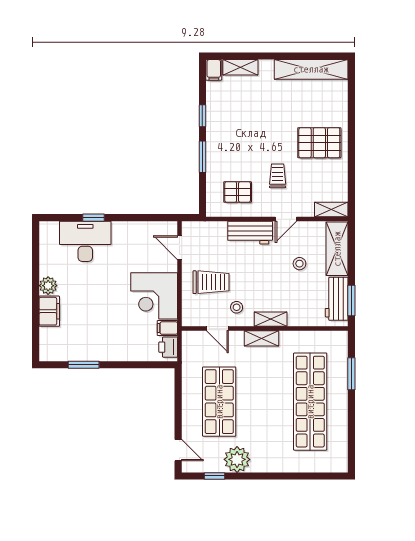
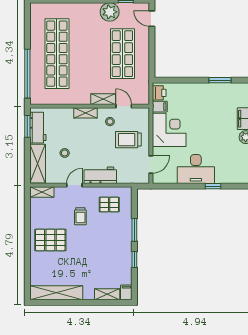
desk: (85, 241) -> (196, 169), moved
door: (180, 248) -> (151, 164), hinge flipped
shelving: (261, 338) -> (103, 99), moved
window: (351, 374) -> (27, 74), width x2.11

